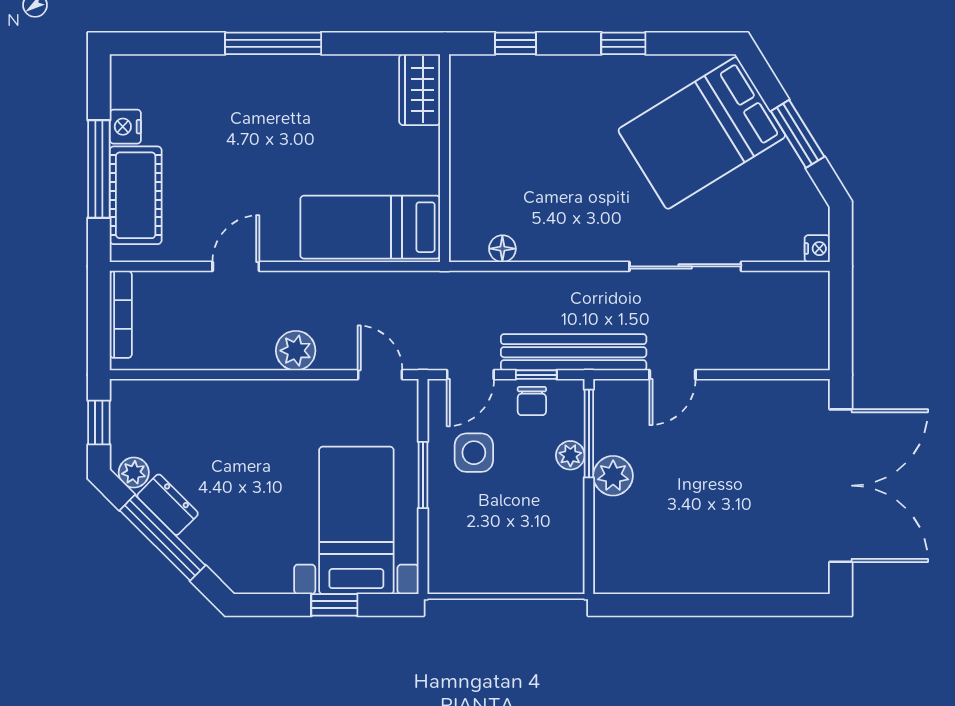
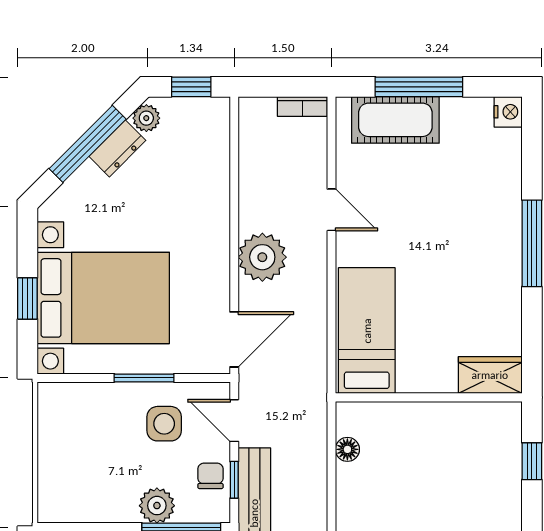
nightstand: (125, 127) -> (508, 112), moved, turned 90
bookcase: (121, 314) -> (302, 106), width x0.64
plant: (296, 351) -> (262, 257), width x1.36, depth x1.36
door: (380, 375) -> (234, 339), width x1.38
chair: (532, 401) -> (210, 476), turned 90
plant: (570, 455) -> (157, 506), width x1.38, depth x1.38
bed with nightstands: (356, 520) -> (103, 298), width x1.36

